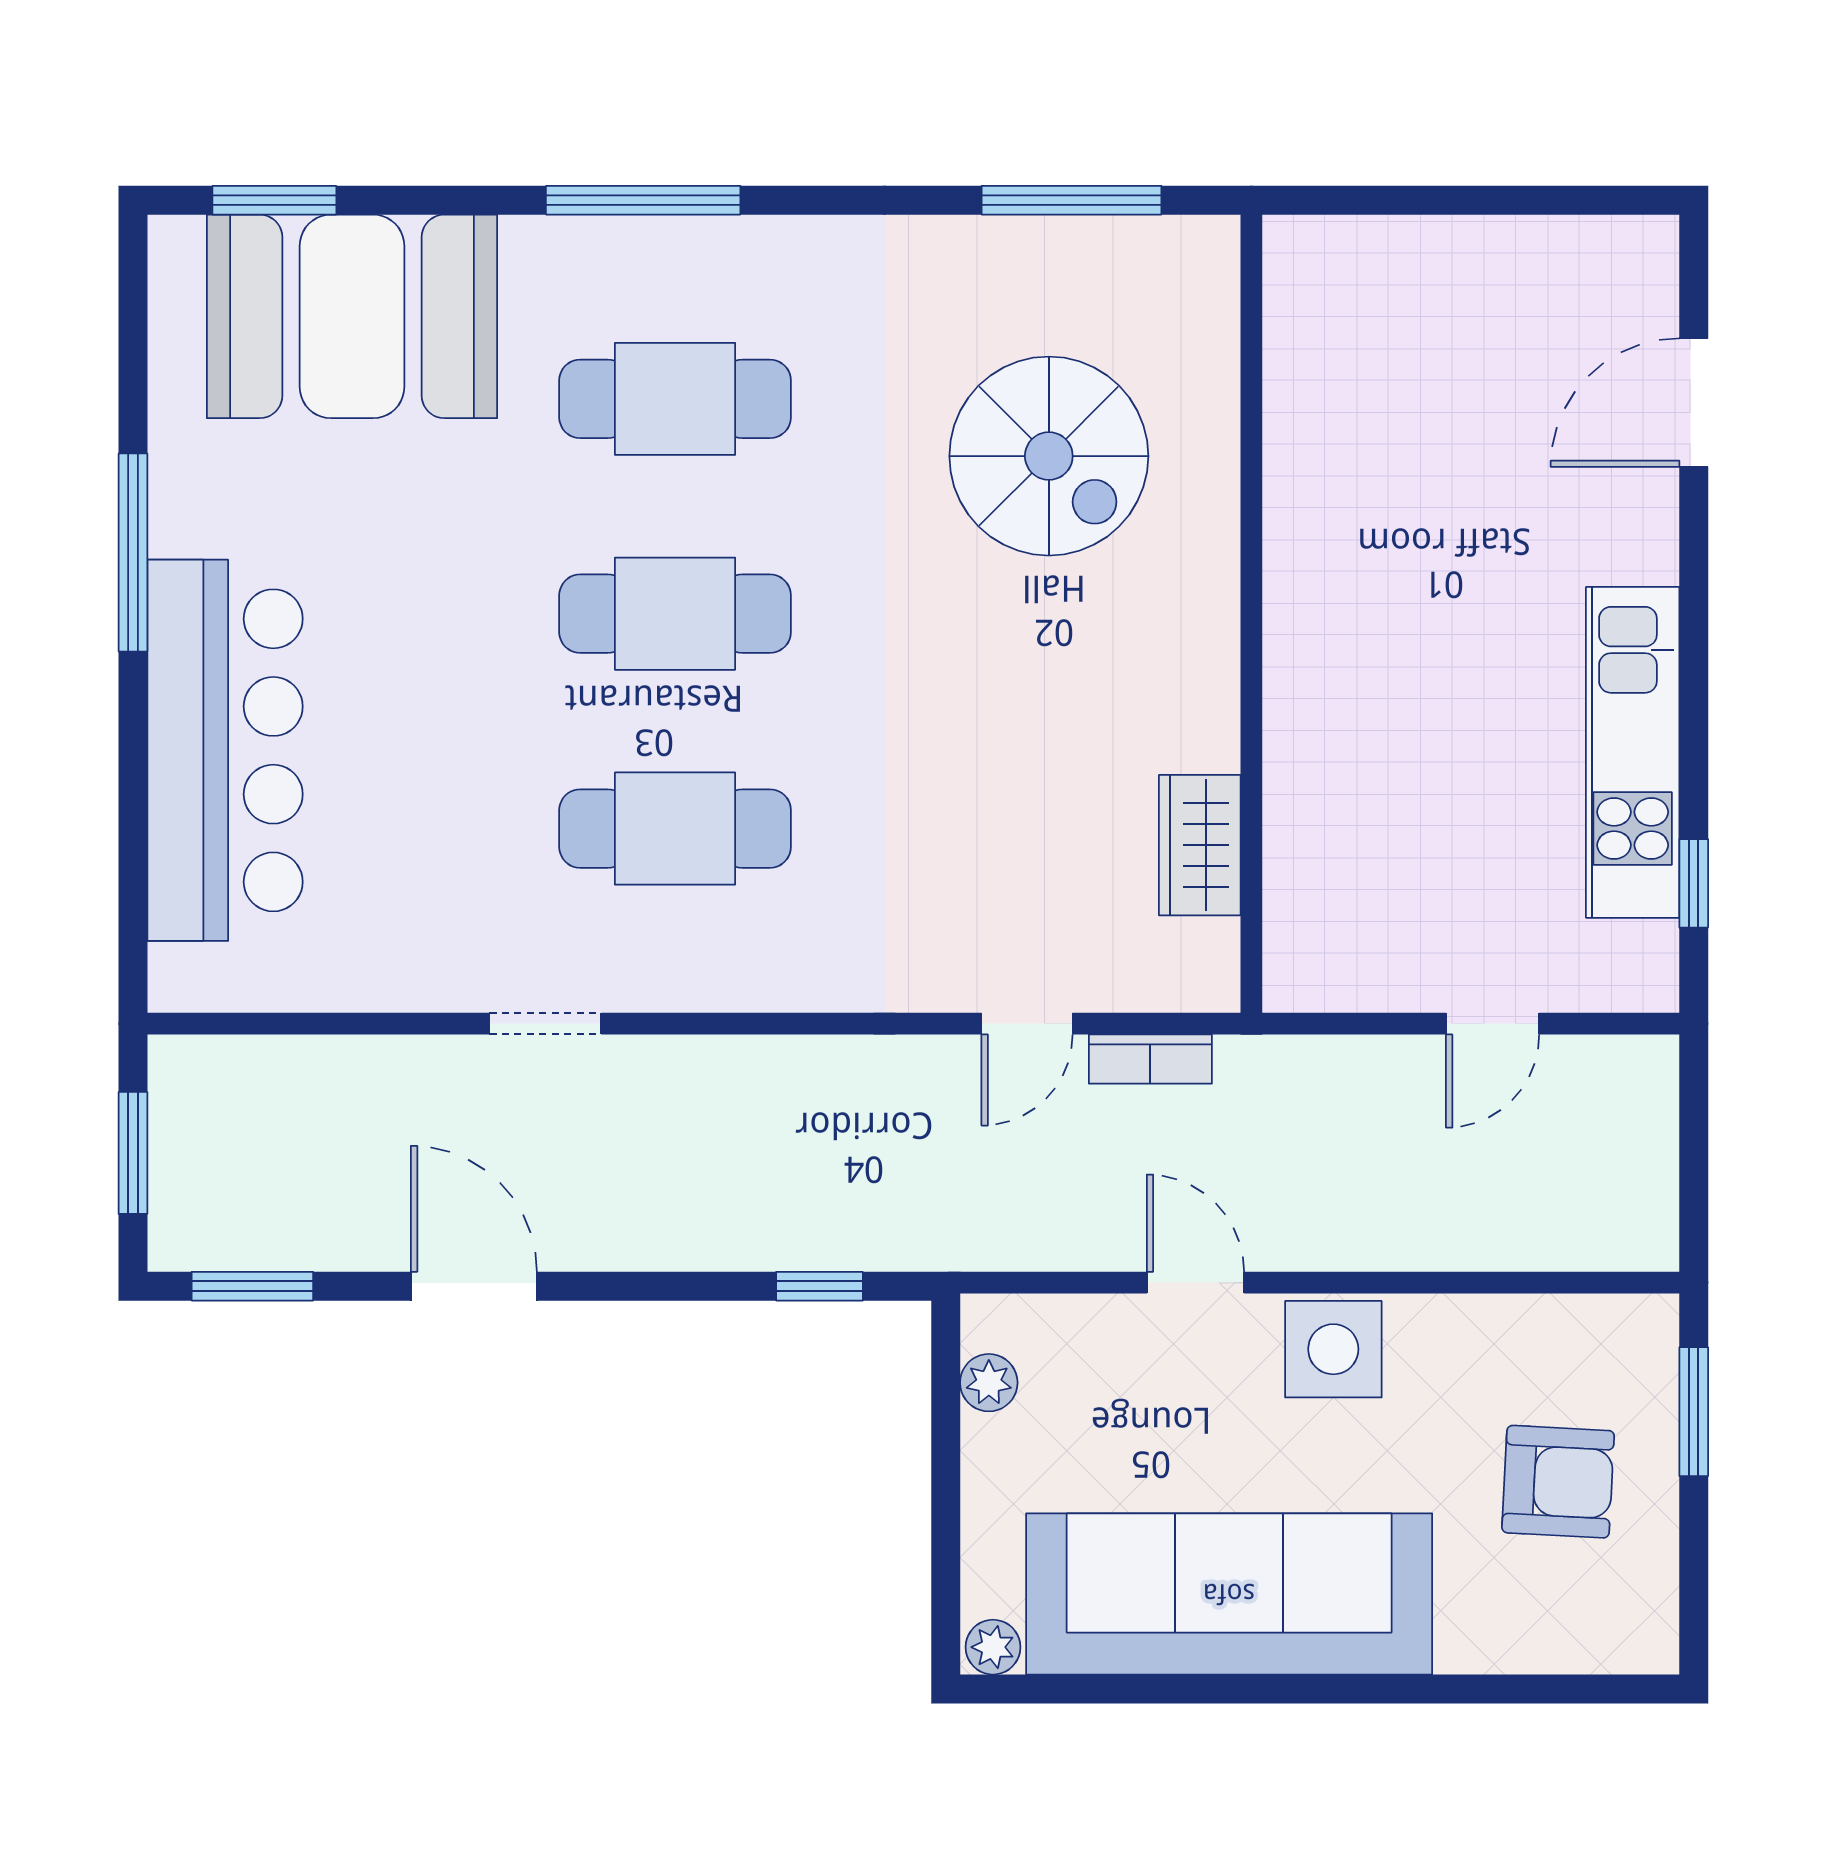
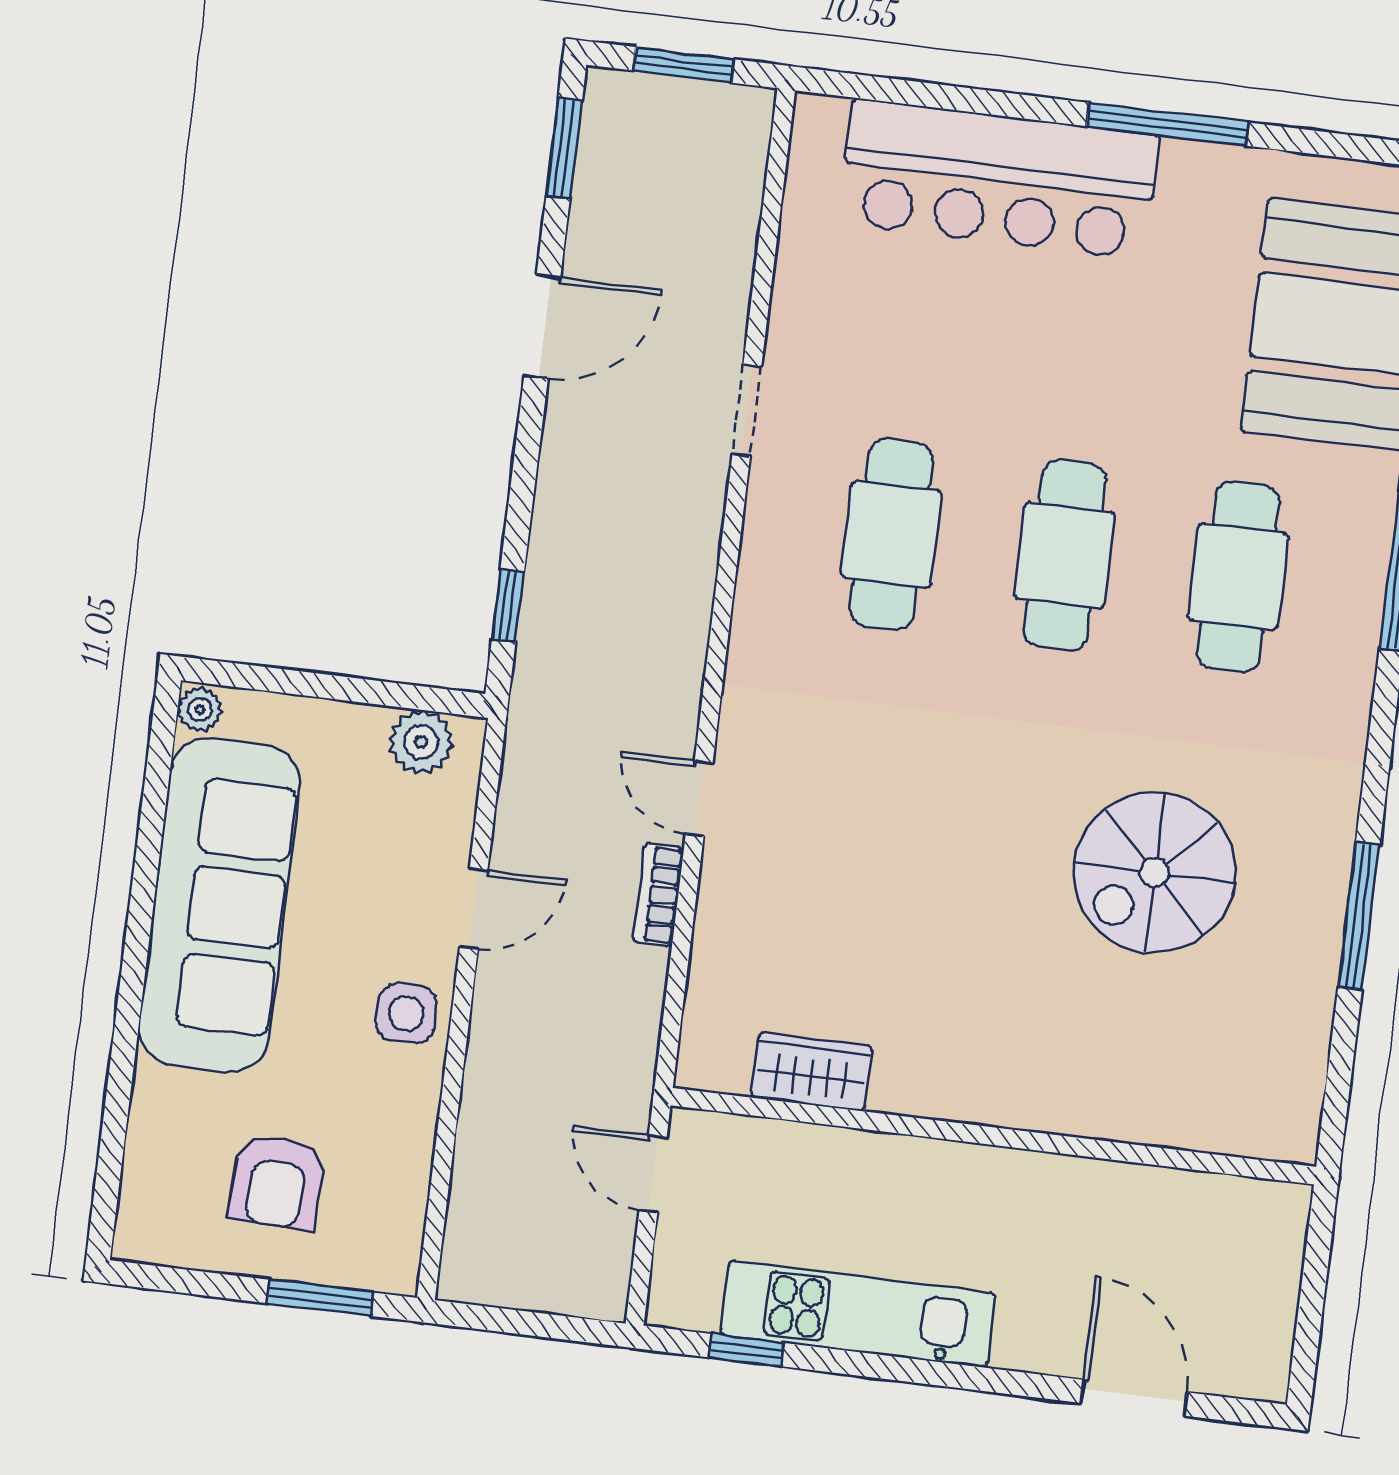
wall: (1251, 614) -> (993, 1136), moved
wardrobe: (1200, 845) -> (812, 1072), moved
side table: (1333, 1349) -> (406, 1013), width x0.73, depth x0.73
plant: (989, 1383) -> (421, 742), width x1.38, depth x1.38

